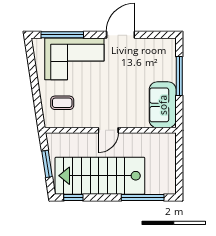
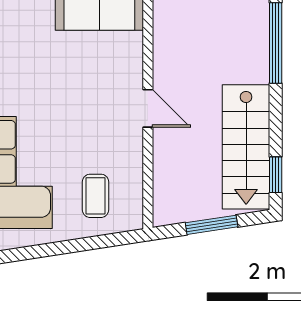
stairs: (100, 176) -> (246, 147), width x0.73, depth x0.66

